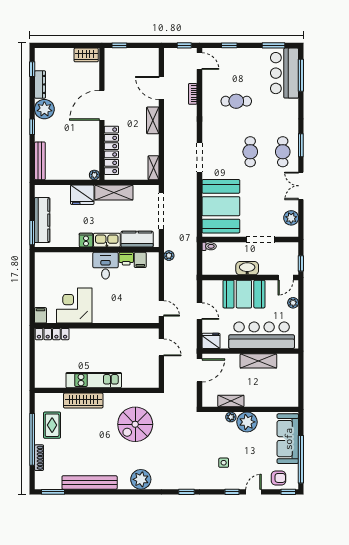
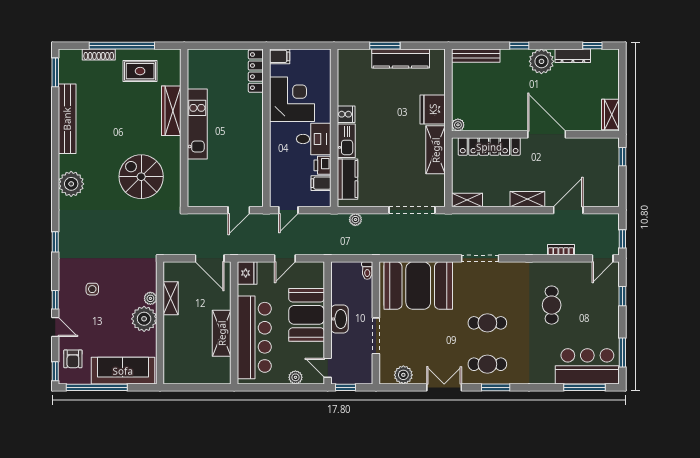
kitchen counter: (137, 239) -> (347, 179), moved
cooker: (86, 240) -> (346, 114), moved
kitchen sink: (107, 240) -> (346, 141), moved
wall: (97, 250) -> (334, 128), moved
printer: (126, 259) -> (323, 165), moved
filing cabinet: (140, 260) -> (321, 183), moved
desk: (106, 266) -> (314, 139), moved

